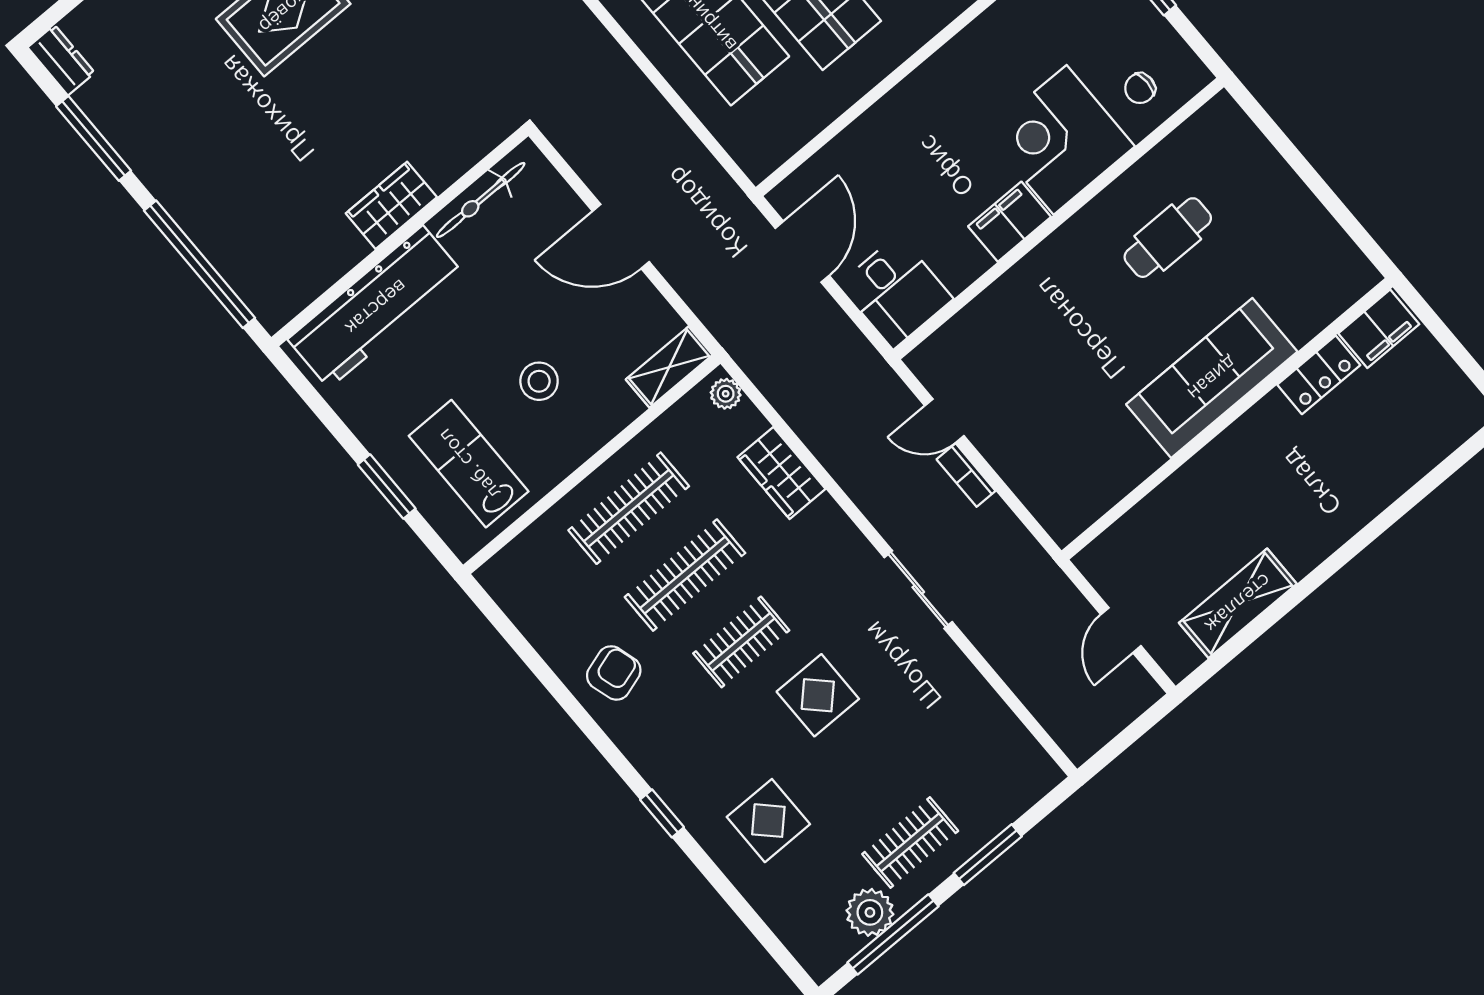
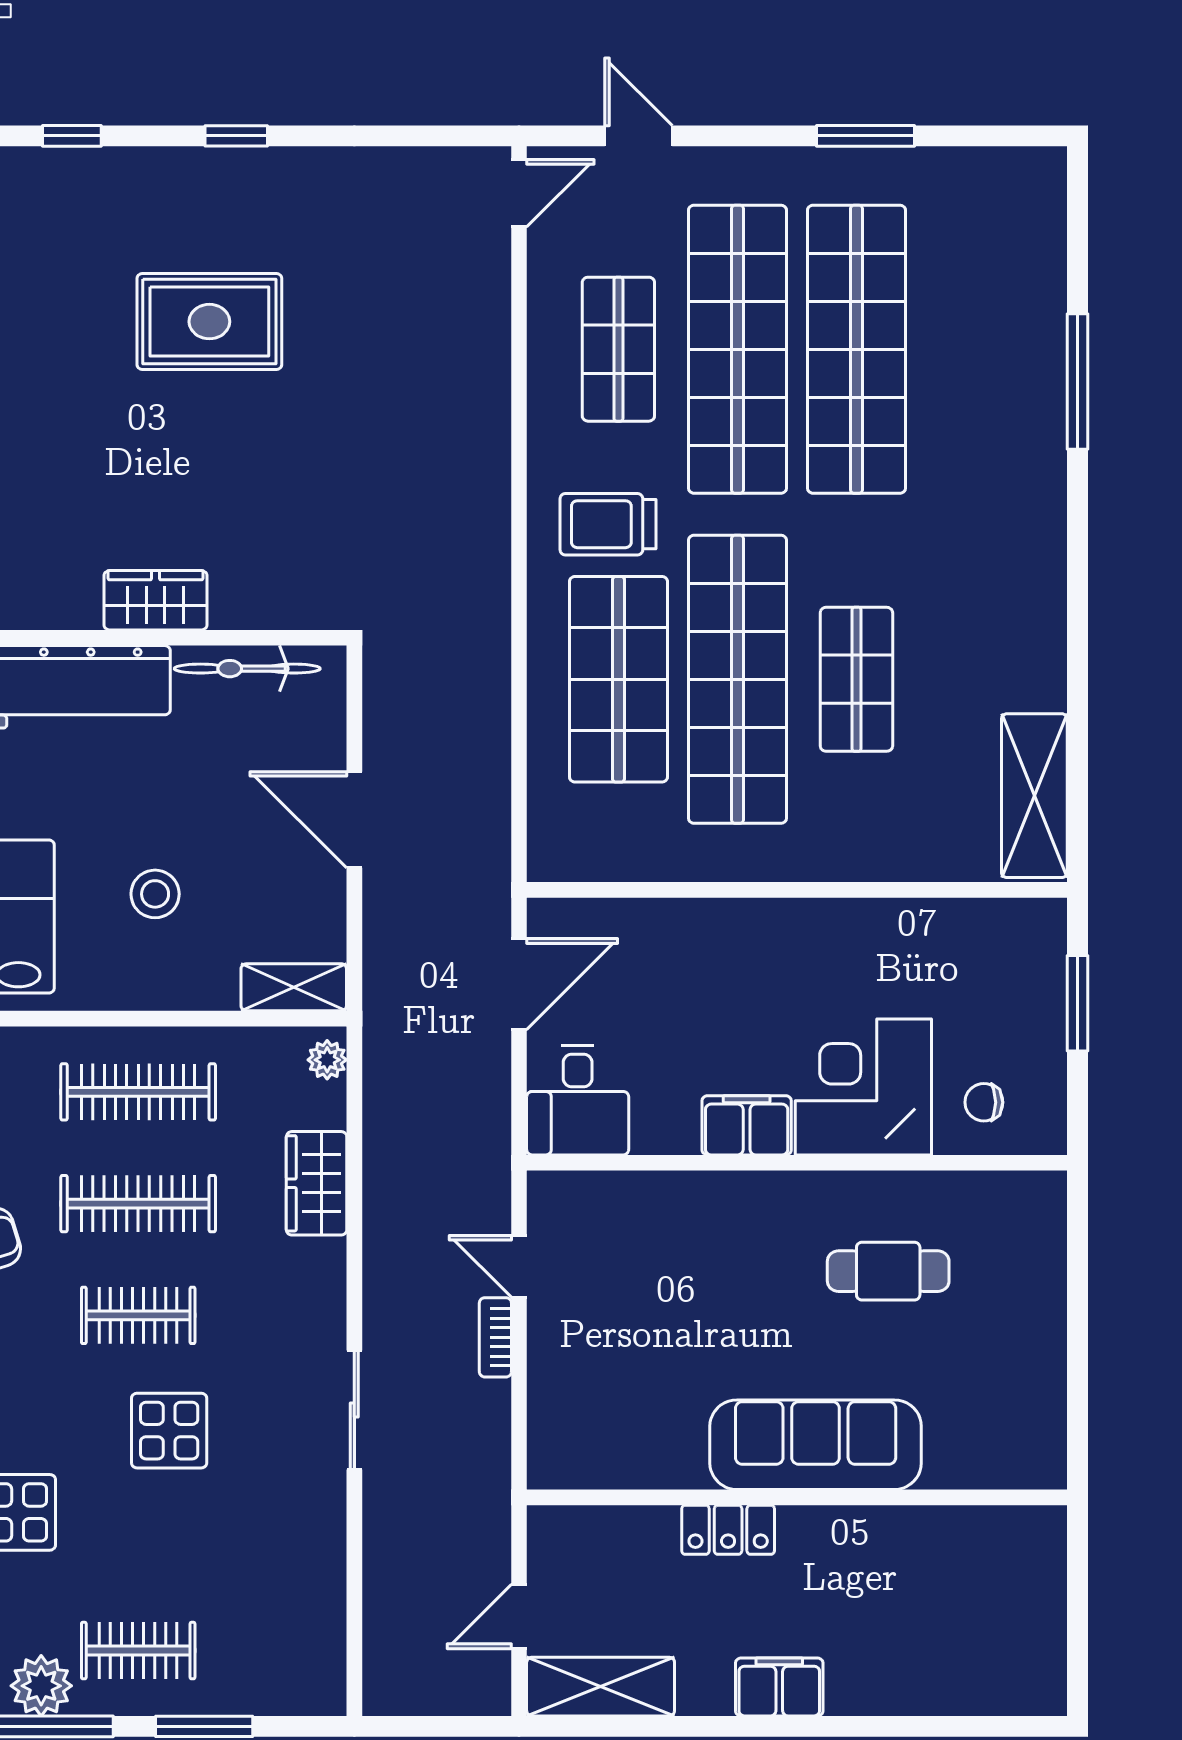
filing cabinet: (1379, 329) -> (779, 1687), moved, turned 180
locker: (1319, 375) -> (728, 1530), moved
shelving: (1238, 603) -> (601, 1687), moved

